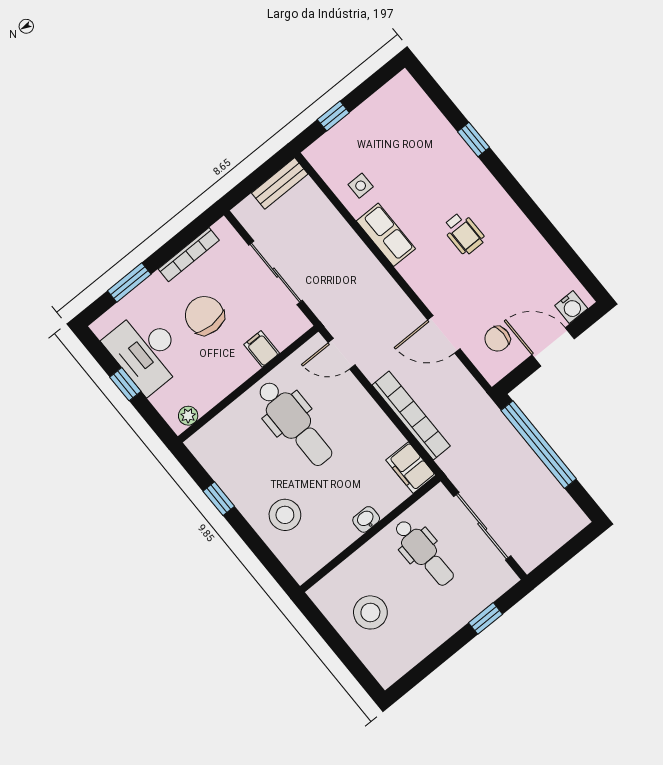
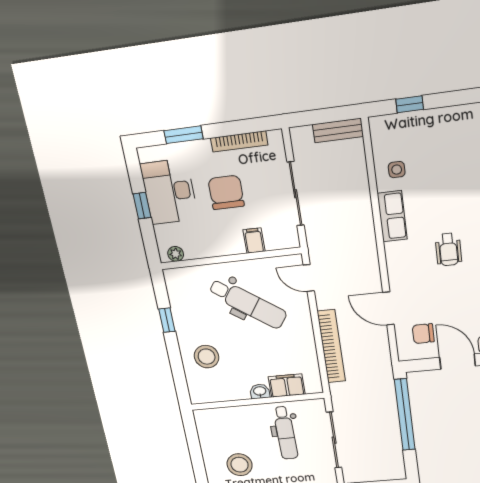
dental chair: (295, 423) -> (248, 303), turned -55
filing cabinet: (411, 468) -> (287, 385), moved, turned 90
stool: (370, 612) -> (240, 465), moved

